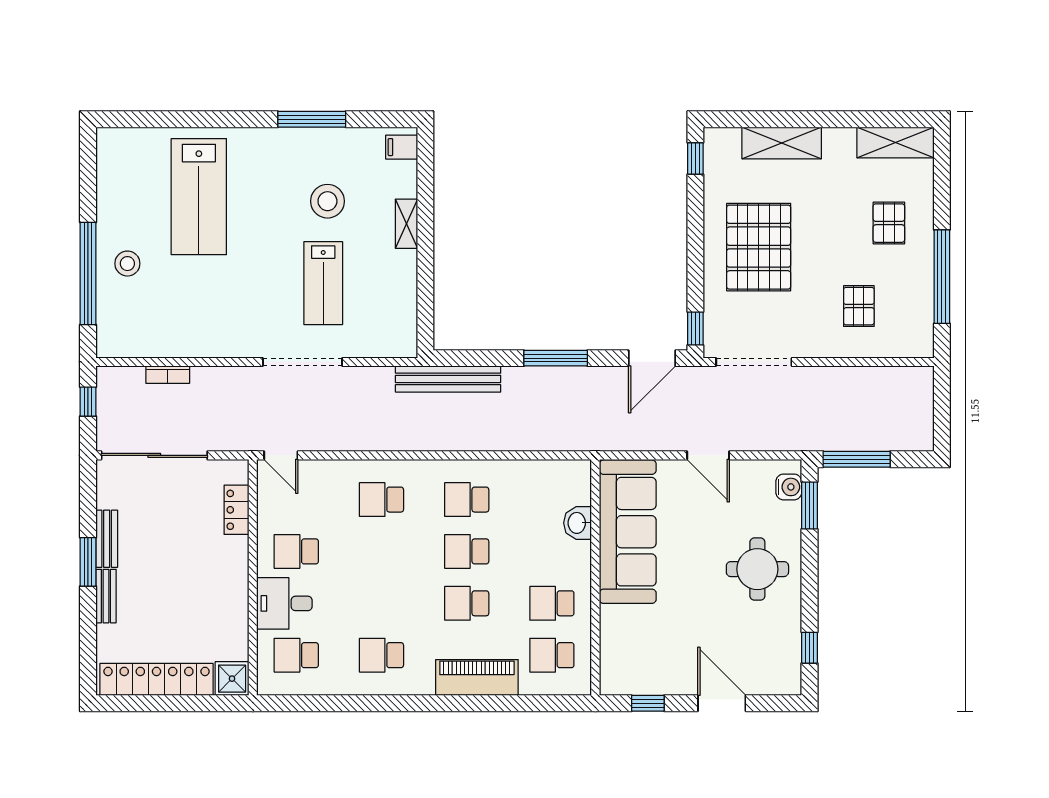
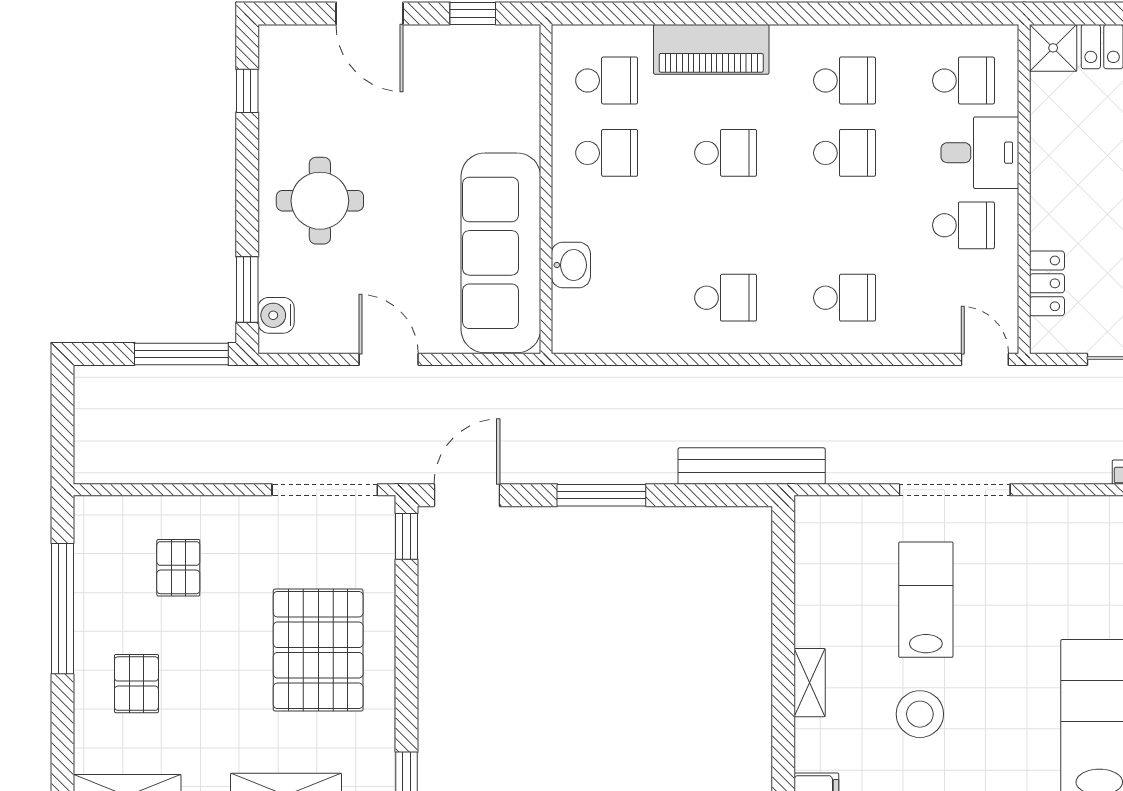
school desk: (467, 551) -> (845, 153), moved

